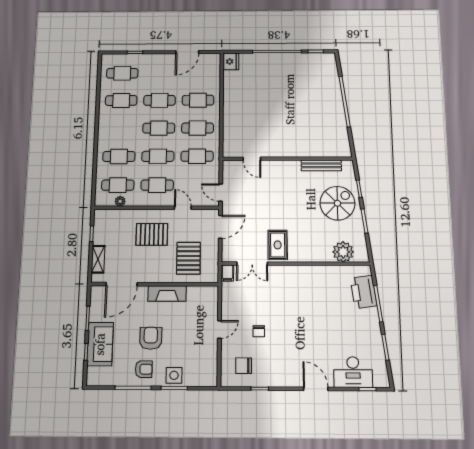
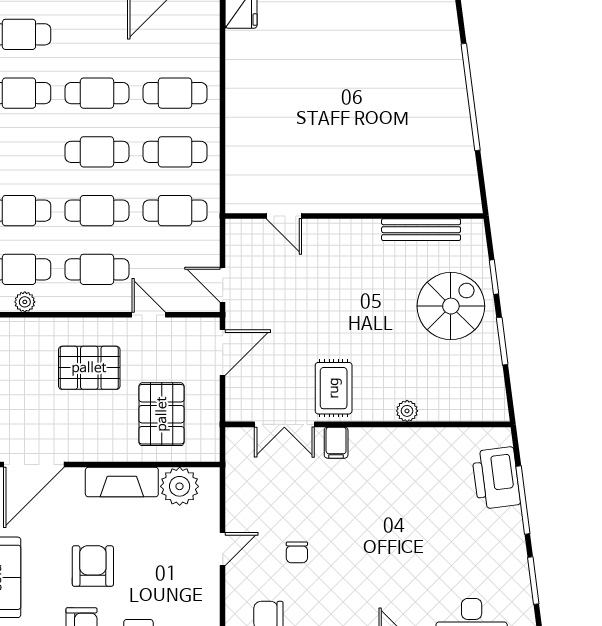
plant: (343, 252) -> (407, 411), moved, width x0.53, depth x0.53
filing cabinet: (227, 273) -> (336, 443), moved
plant: (197, 296) -> (180, 486), added

